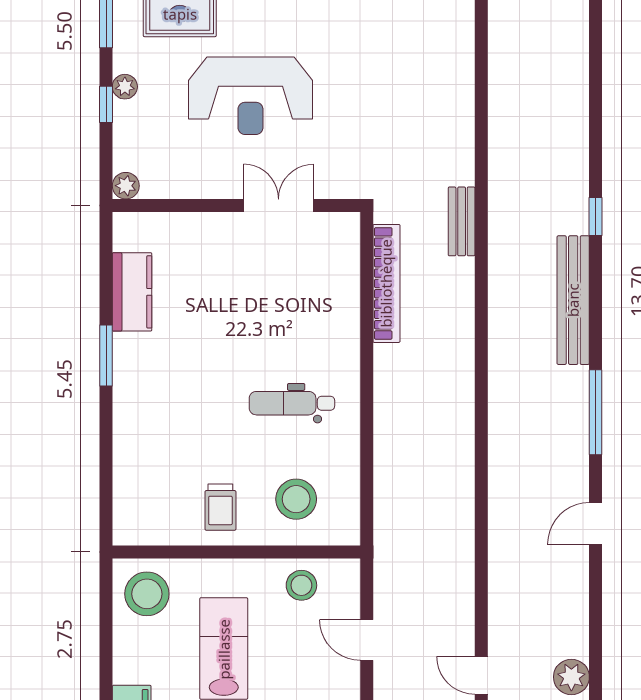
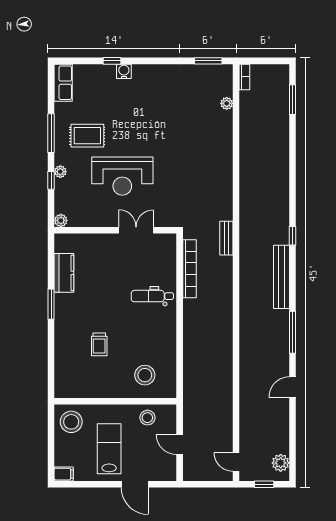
dental chair: (292, 403) -> (152, 296), moved
trolley: (220, 507) -> (99, 344), moved

